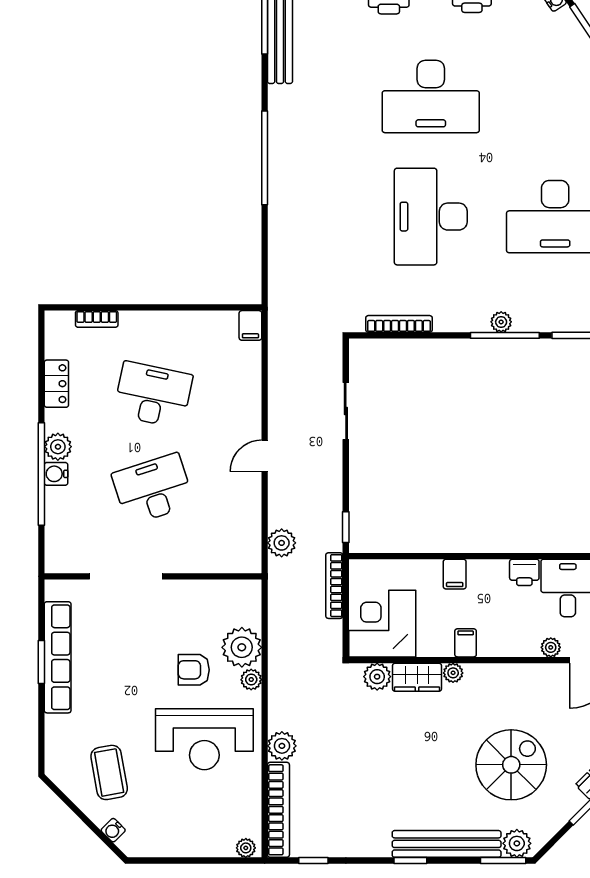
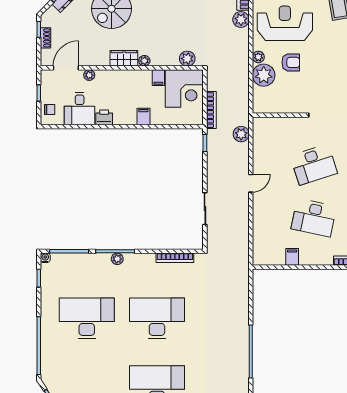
desk: (431, 217) -> (157, 318), turned -90
filing cabinet: (250, 325) -> (292, 257), moved
filing cabinet: (466, 643) -> (158, 78), moved
wardrobe: (417, 677) -> (124, 58), moved

